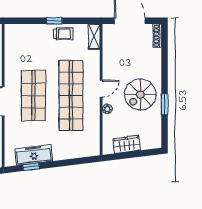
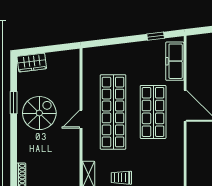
plant: (107, 109) -> (75, 98), removed
wardrobe: (127, 144) -> (32, 63), moved
freezer: (34, 155) -> (175, 61), moved, turned 97

